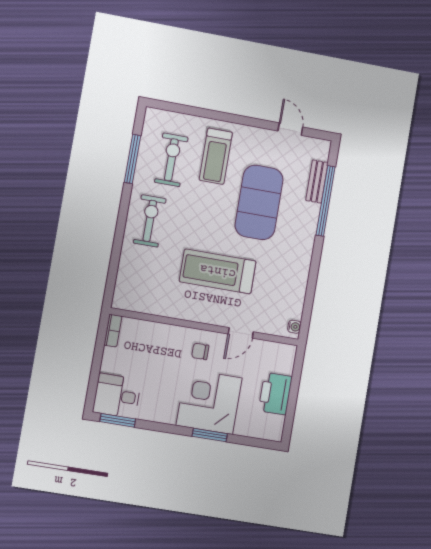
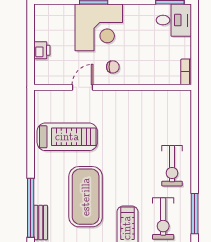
treadmill: (218, 271) -> (67, 137), moved
water cooler: (294, 327) -> (39, 100), removed
printer: (275, 394) -> (42, 50), width x0.53, depth x0.68

